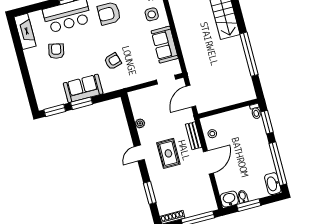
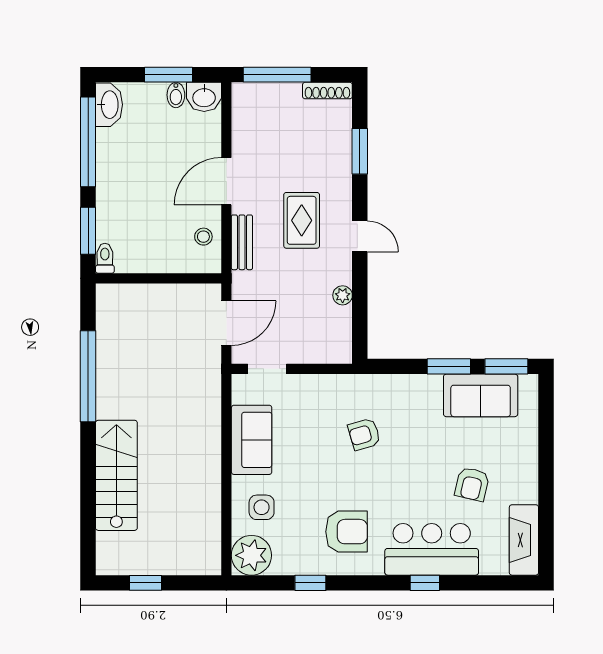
sofa: (83, 88) -> (481, 395), moved
door: (139, 153) -> (360, 236), hinge flipped

